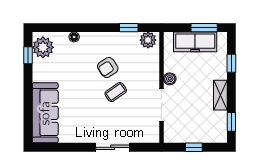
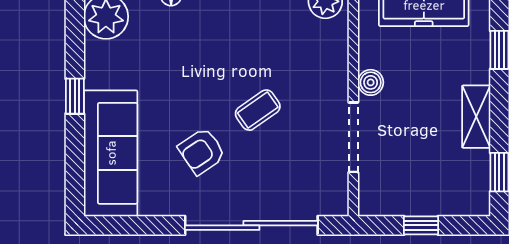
window: (28, 55) -> (75, 96), moved
armchair: (108, 67) -> (202, 151), moved
sliding door: (113, 147) -> (251, 225), width x1.86

